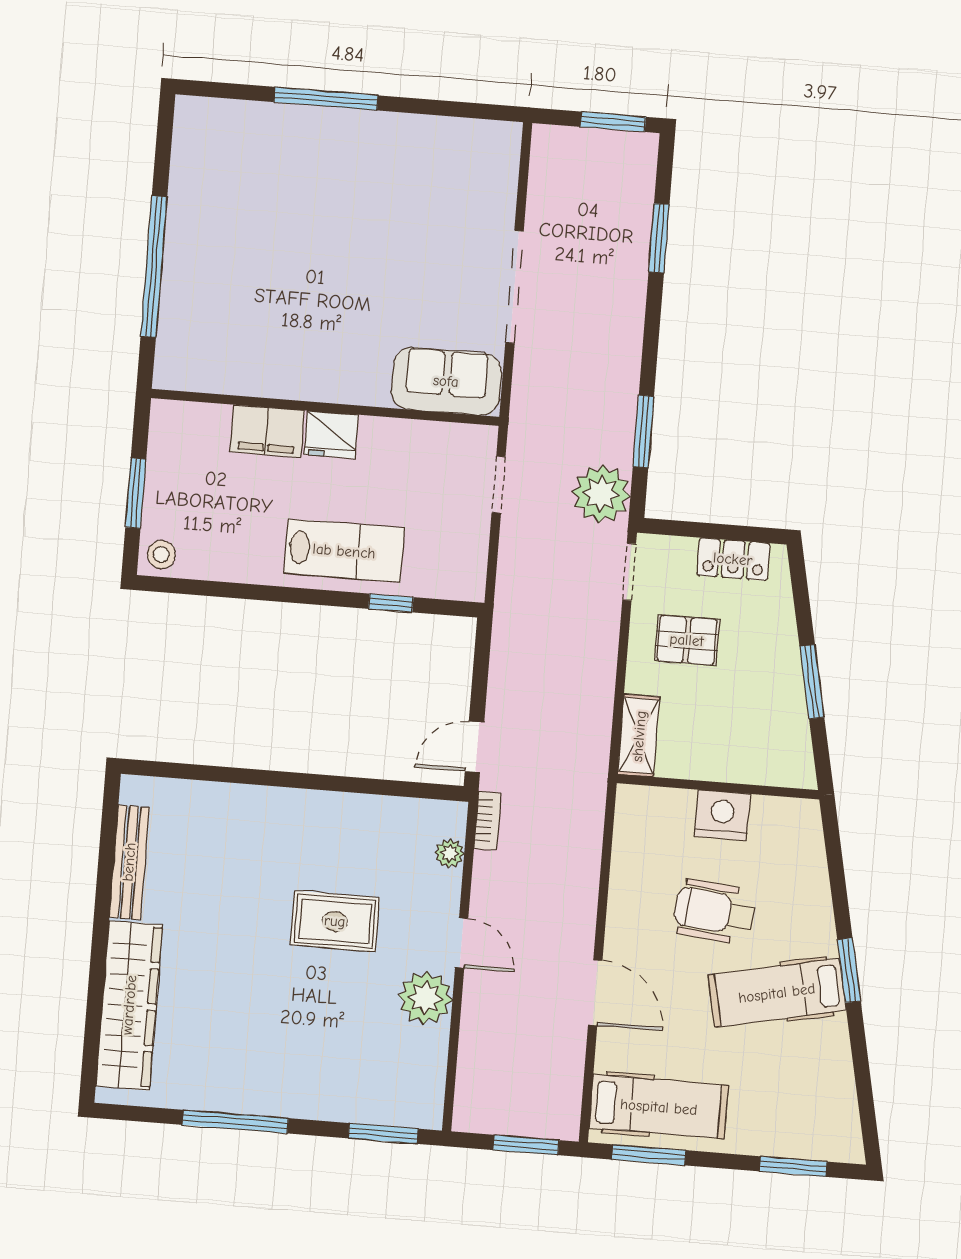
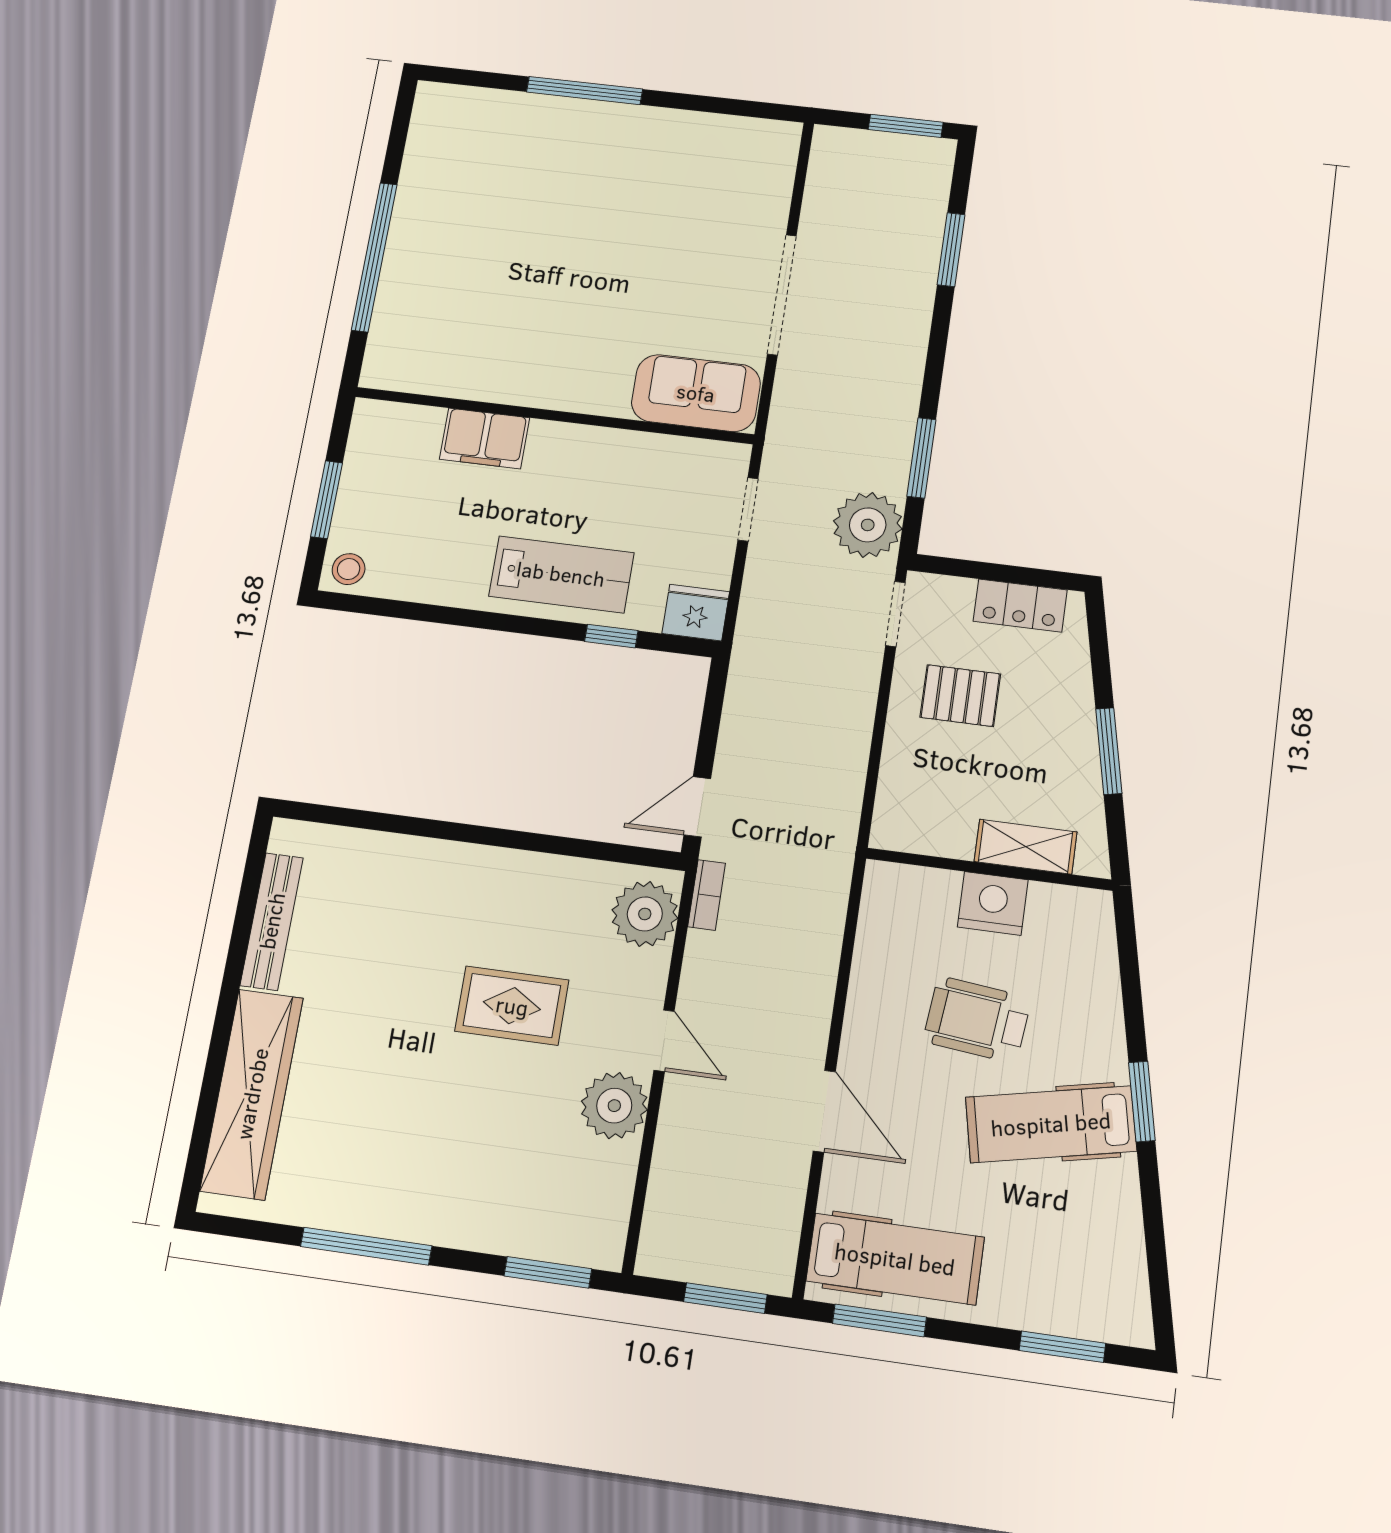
fridge: (331, 435) -> (696, 613), moved, turned 180
shelving: (639, 736) -> (1026, 847), moved, turned 90
plant: (450, 853) -> (645, 914), width x1.87, depth x1.87

